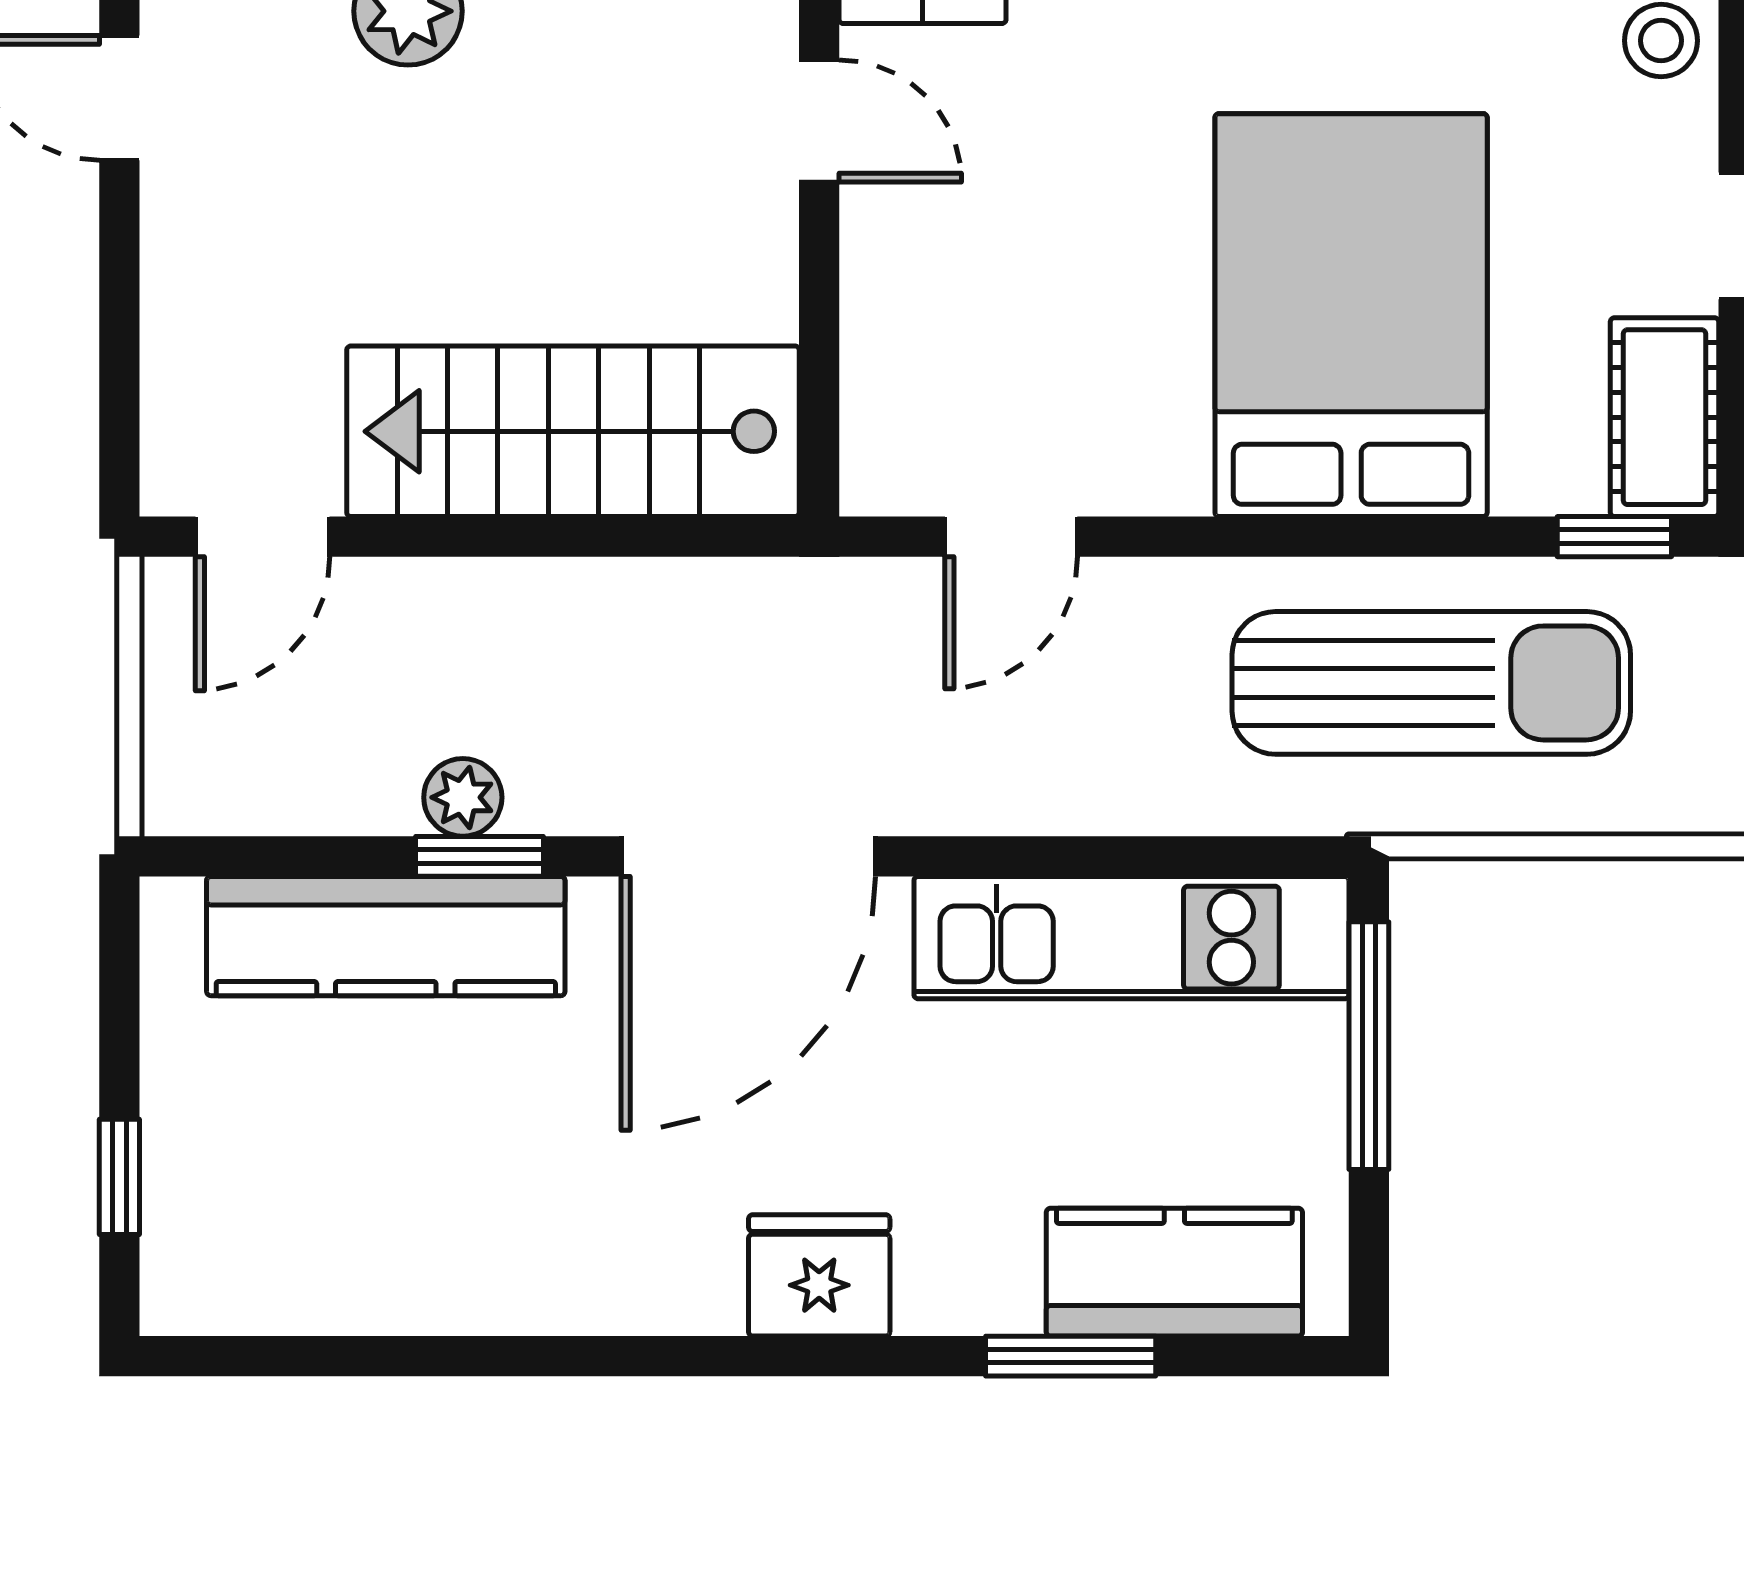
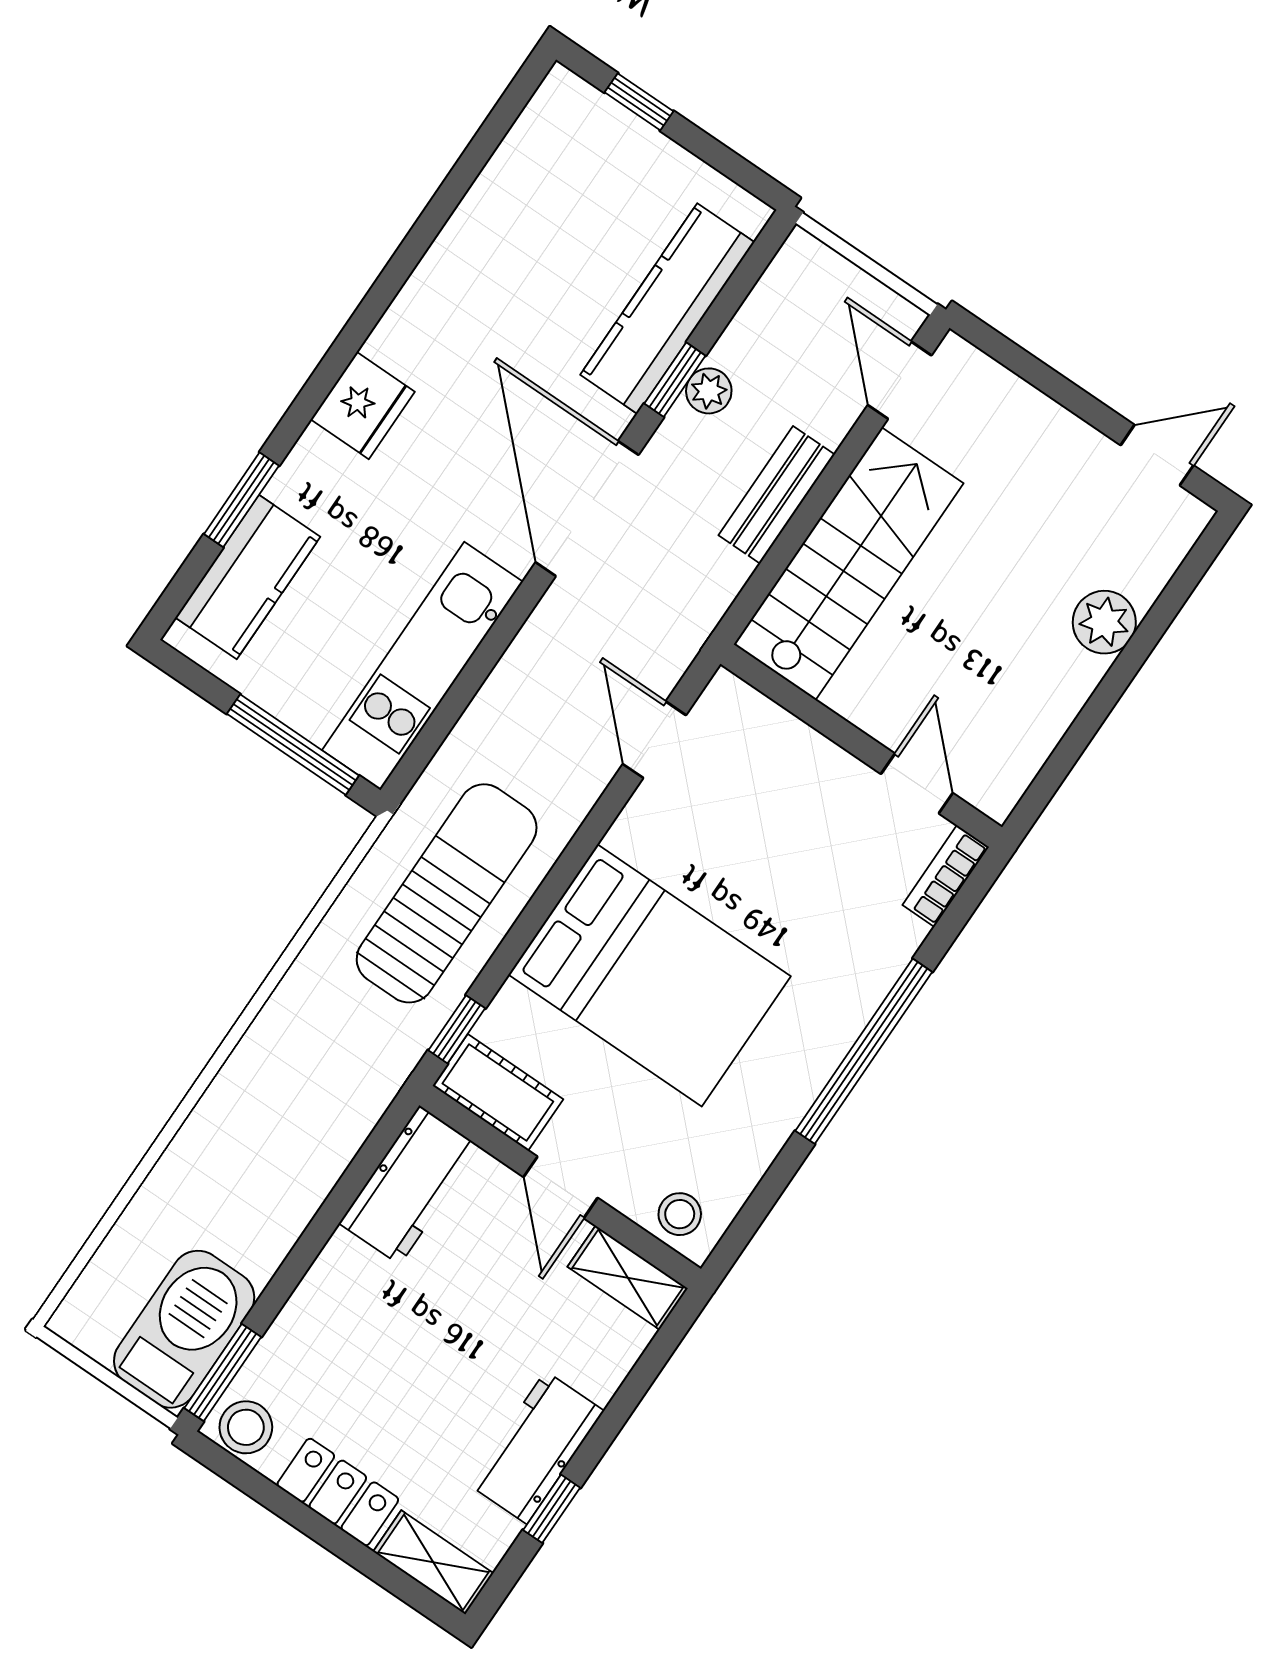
door: (819, 121) -> (917, 784), swing flipped
bench: (545, 600) -> (777, 495), added
sun lounger: (1431, 683) -> (447, 893), turned 180

